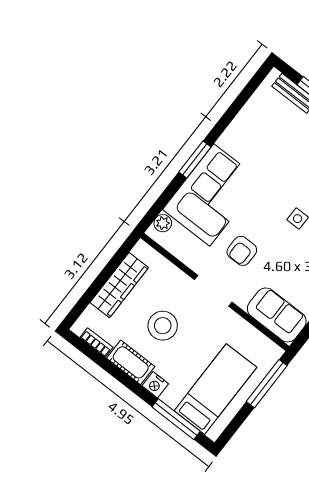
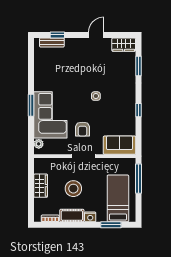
wardrobe: (119, 285) -> (41, 186), width x0.67
window: (176, 419) -> (111, 225), width x0.69

